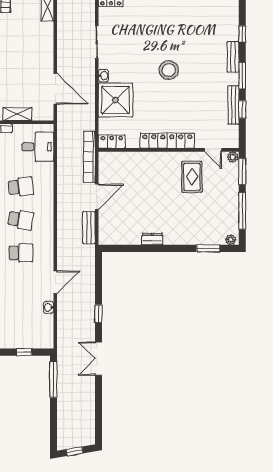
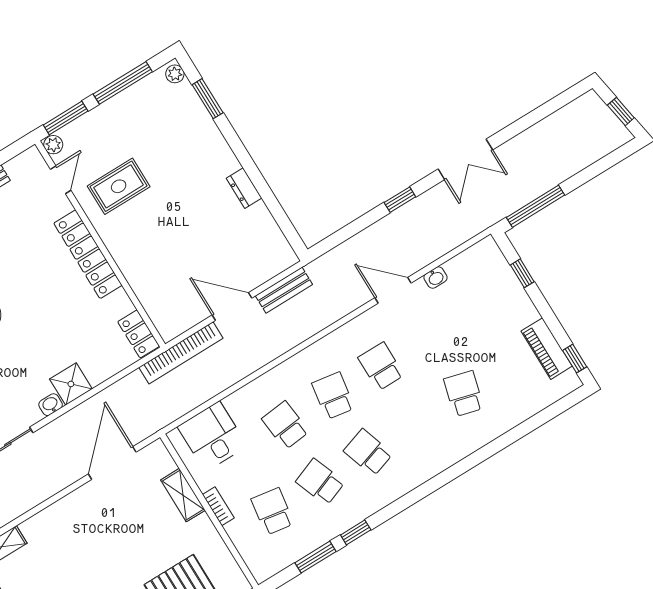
shower: (115, 100) -> (71, 384), width x0.54, depth x0.54

